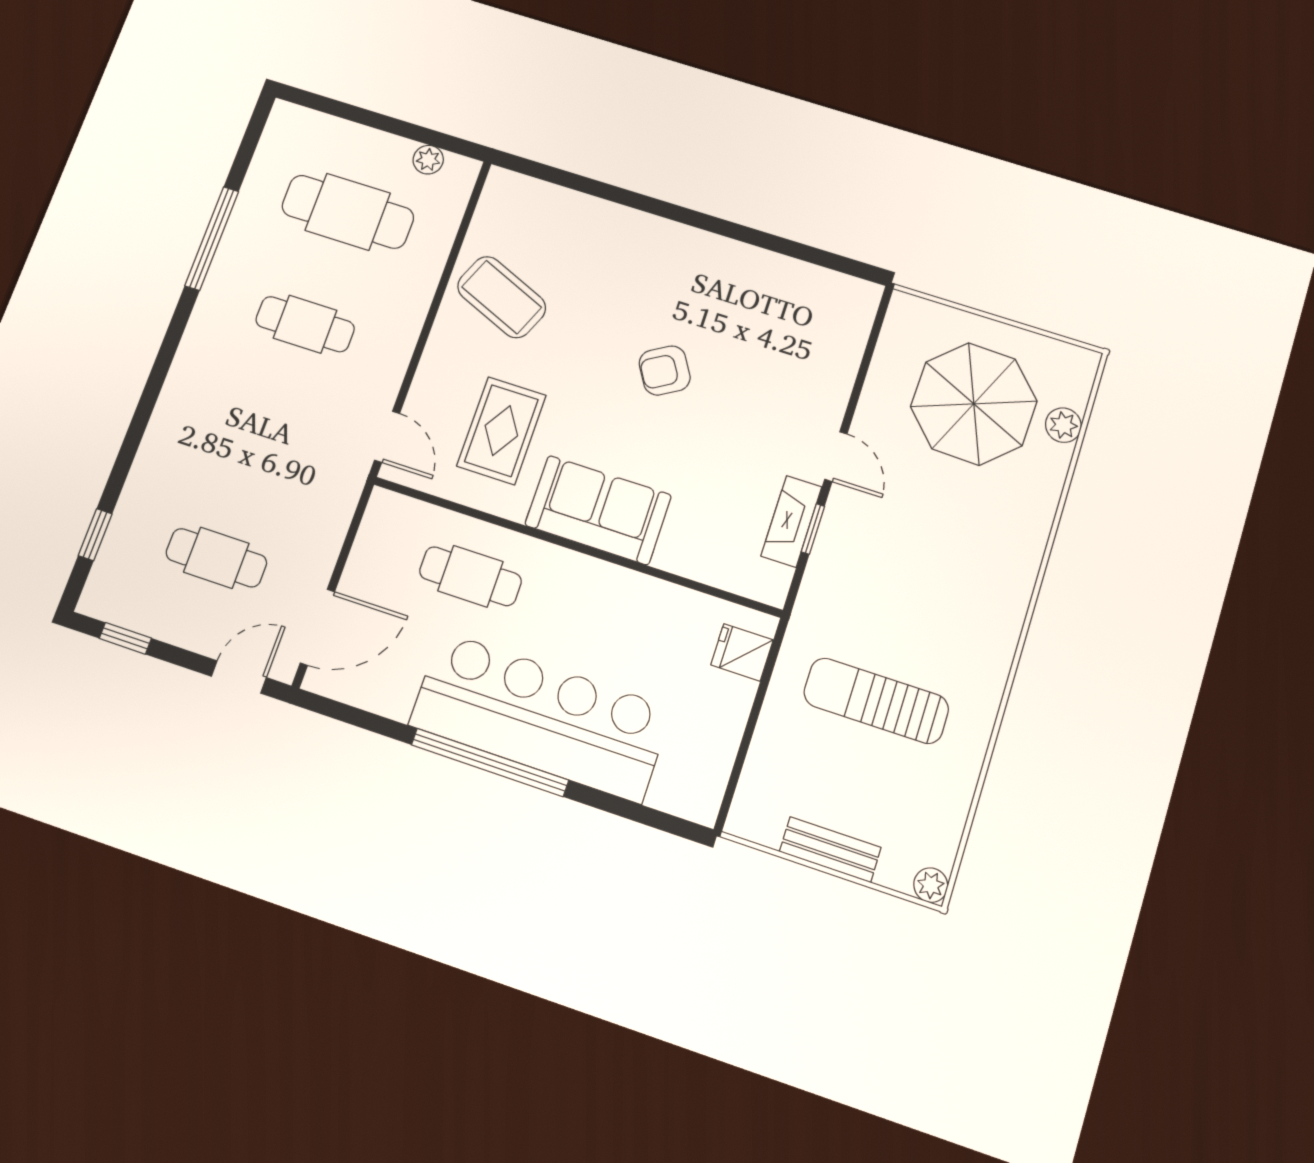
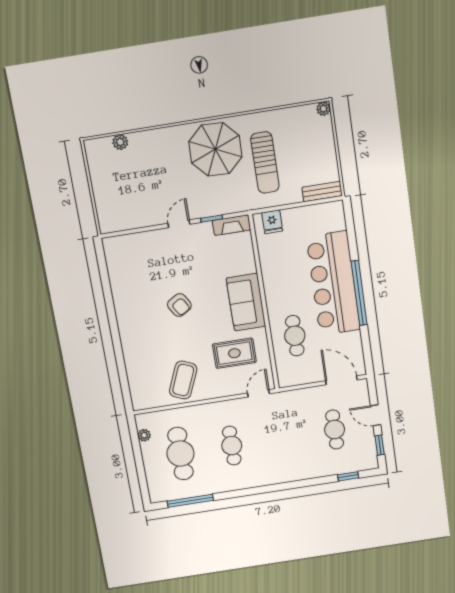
window: (212, 238) -> (190, 501), moved
parasol: (974, 404) -> (215, 149), moved
fireplace: (791, 521) -> (231, 225), moved
door: (239, 677) -> (376, 415), moved
bench: (830, 850) -> (322, 192), moved, turned 90

